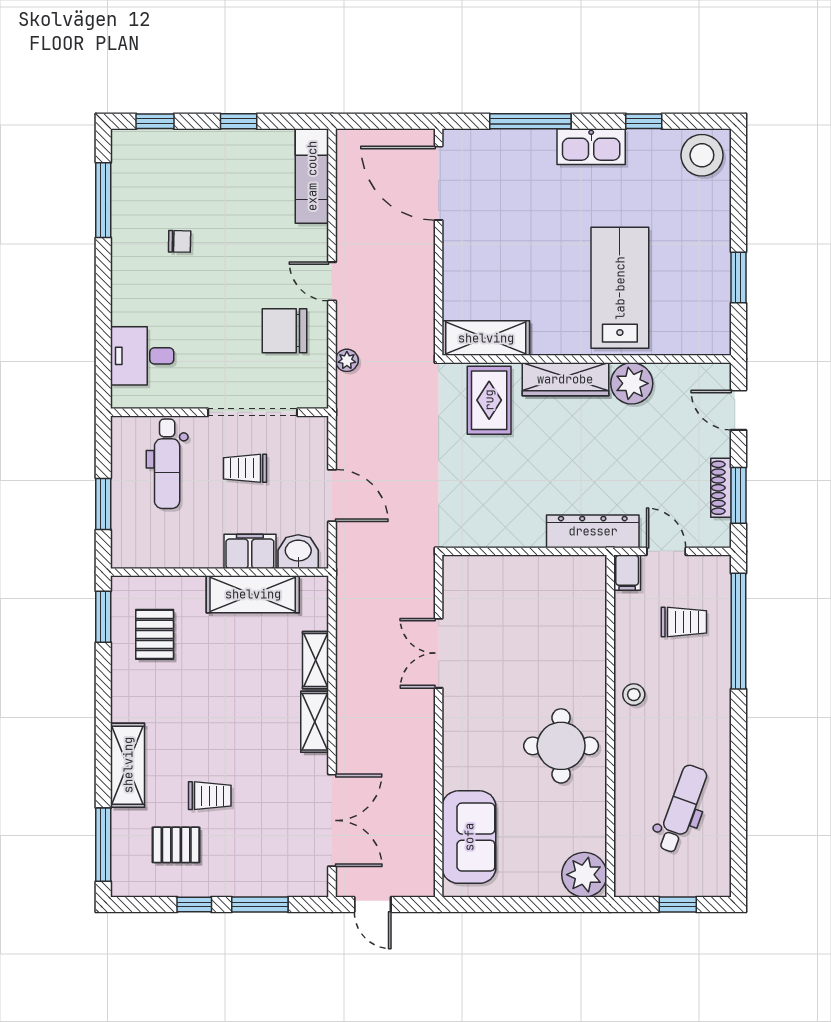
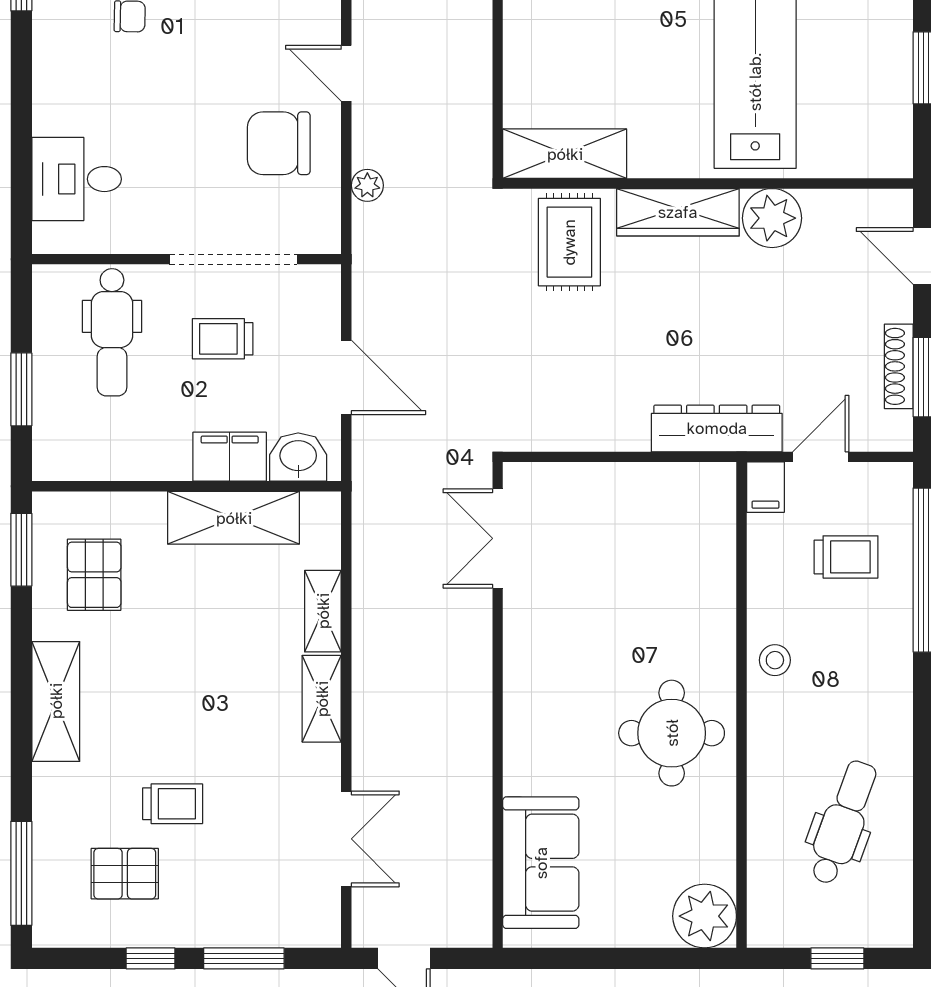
door: (666, 551) -> (821, 457), hinge flipped
double door: (439, 653) -> (498, 538), moved
shelving: (128, 765) -> (56, 701), moved
double door: (332, 820) -> (346, 839), width x0.73

